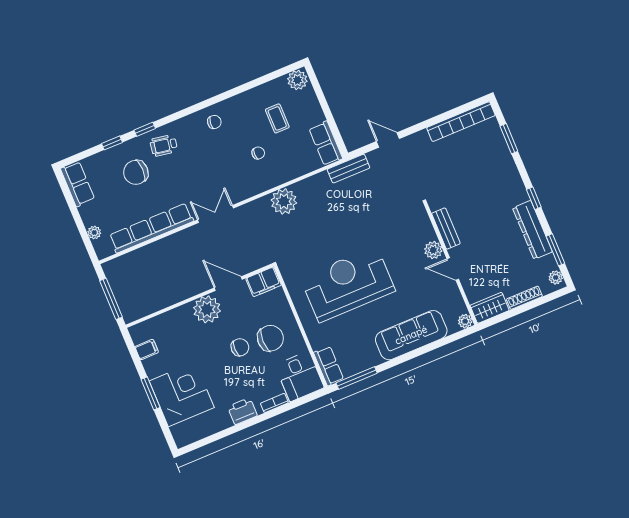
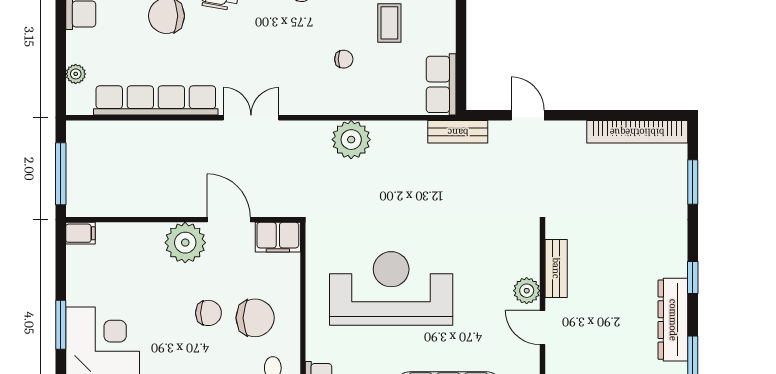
filing cabinet: (147, 349) -> (80, 233), moved

